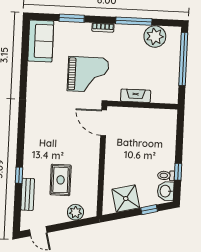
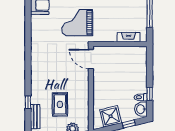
grand piano: (88, 75) -> (77, 23), turned 180
fireplace: (136, 96) -> (129, 37), moved

